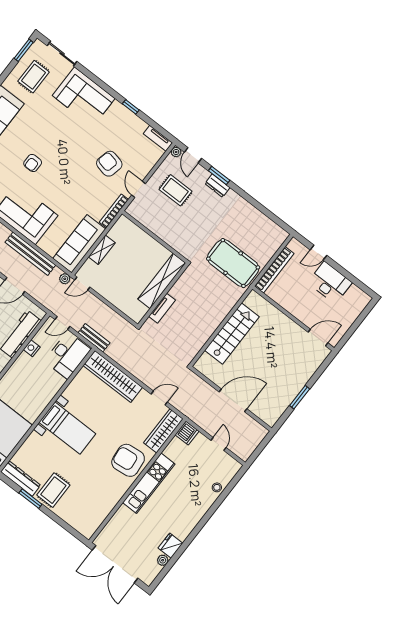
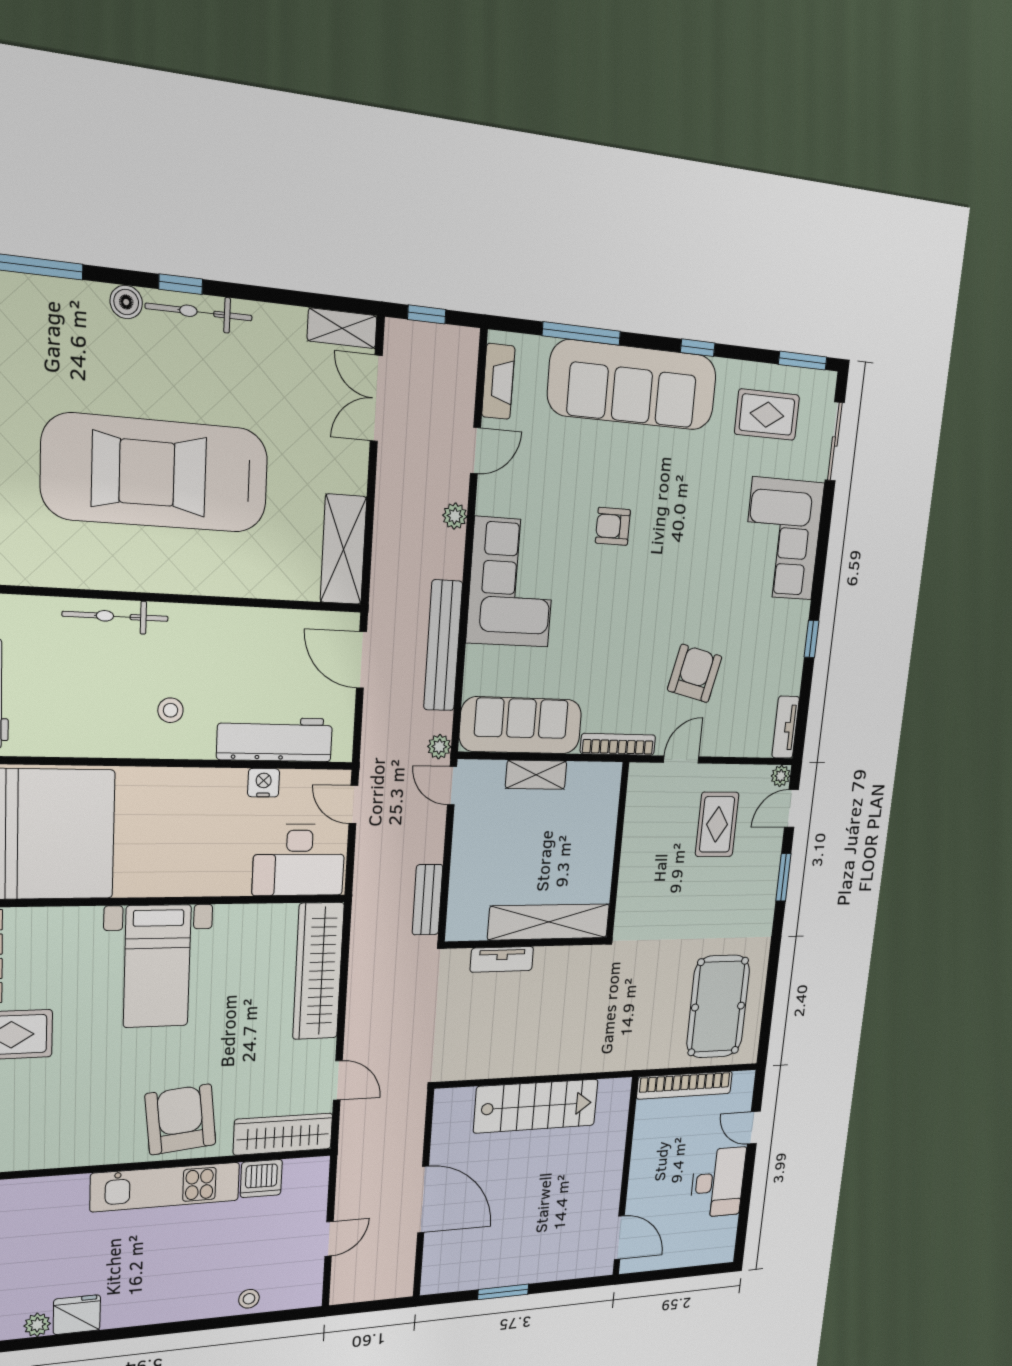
dresser: (217, 186) -> (765, 888), removed
pool table: (233, 263) -> (718, 1007), moved
bench: (94, 338) -> (427, 900), moved
dishwasher: (187, 433) -> (261, 1178), moved

